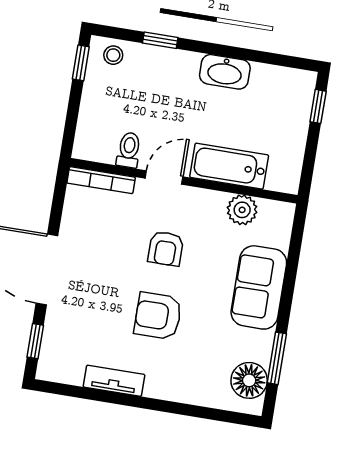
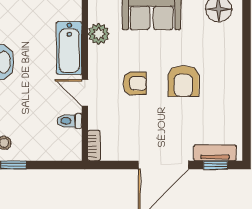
bookcase: (101, 180) -> (94, 146), width x0.64
tv unit: (114, 381) -> (215, 153), moved, turned 90

